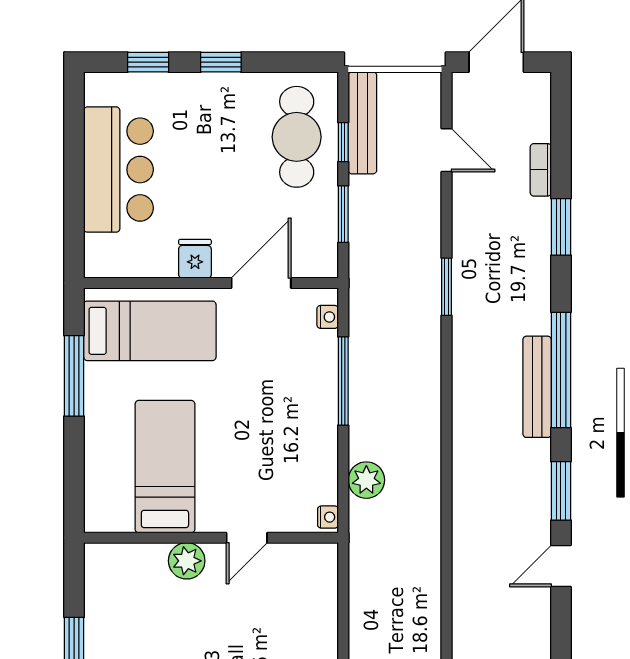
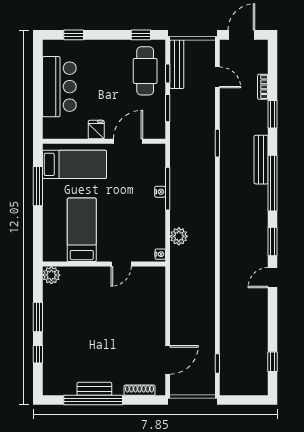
window: (221, 62) -> (141, 35), moved
nightstand: (328, 317) -> (160, 192), moved
bench: (537, 387) -> (261, 160), moved
plant: (187, 561) -> (51, 275), moved

